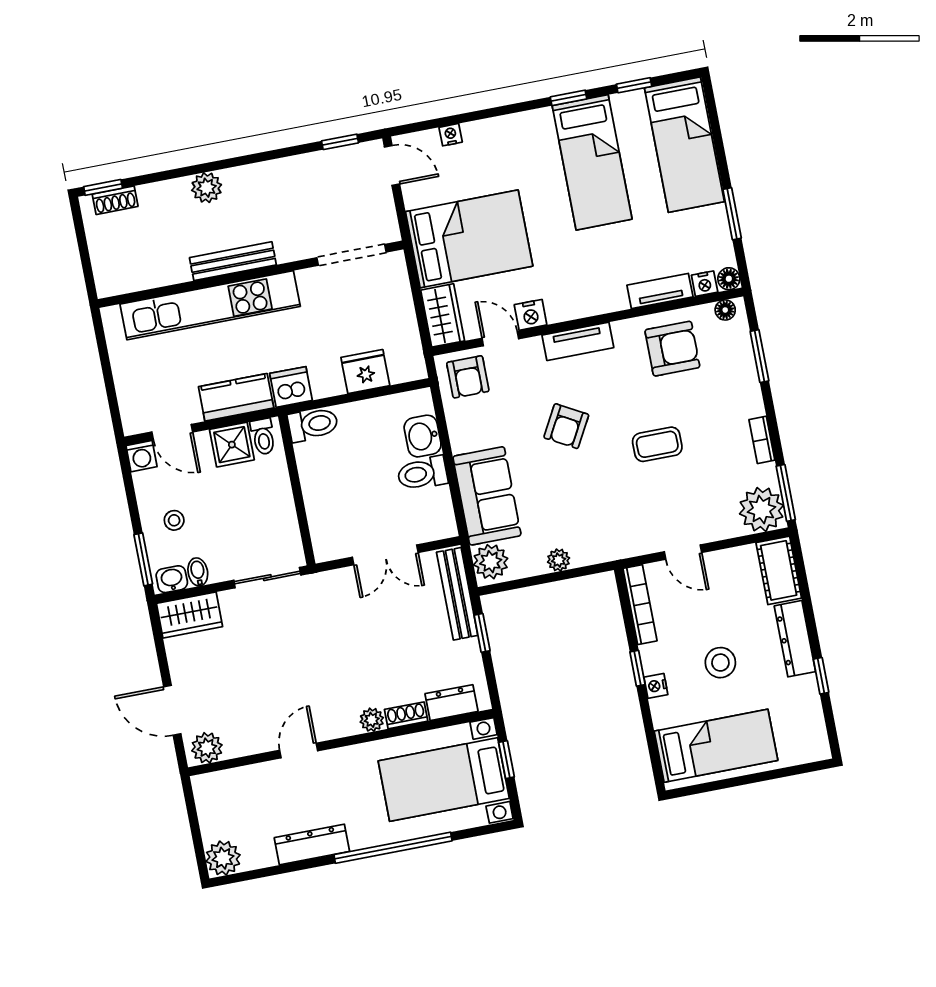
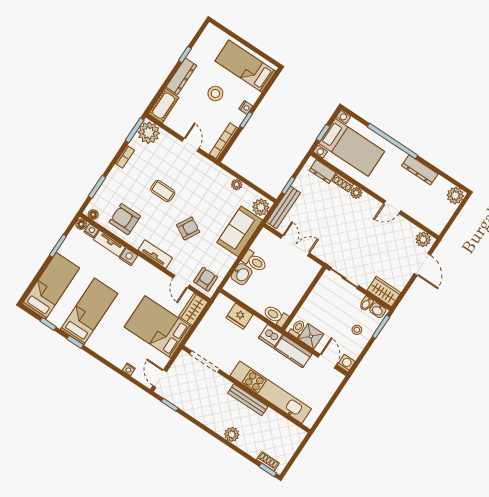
nightstand: (531, 315) -> (129, 257), moved

